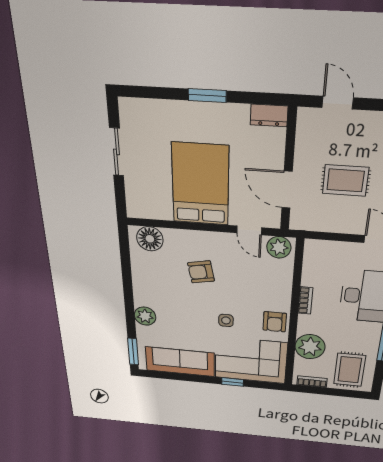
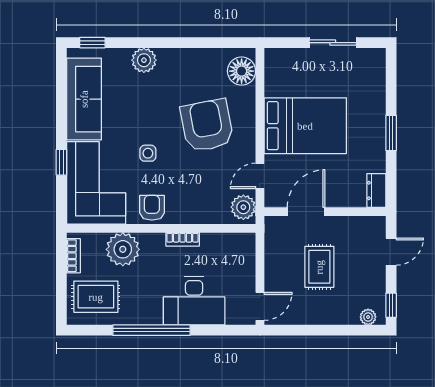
armchair: (201, 272) -> (207, 125), width x1.88, depth x1.88
armchair: (275, 322) -> (152, 208), turned 90
window: (133, 352) -> (92, 43), width x0.67

